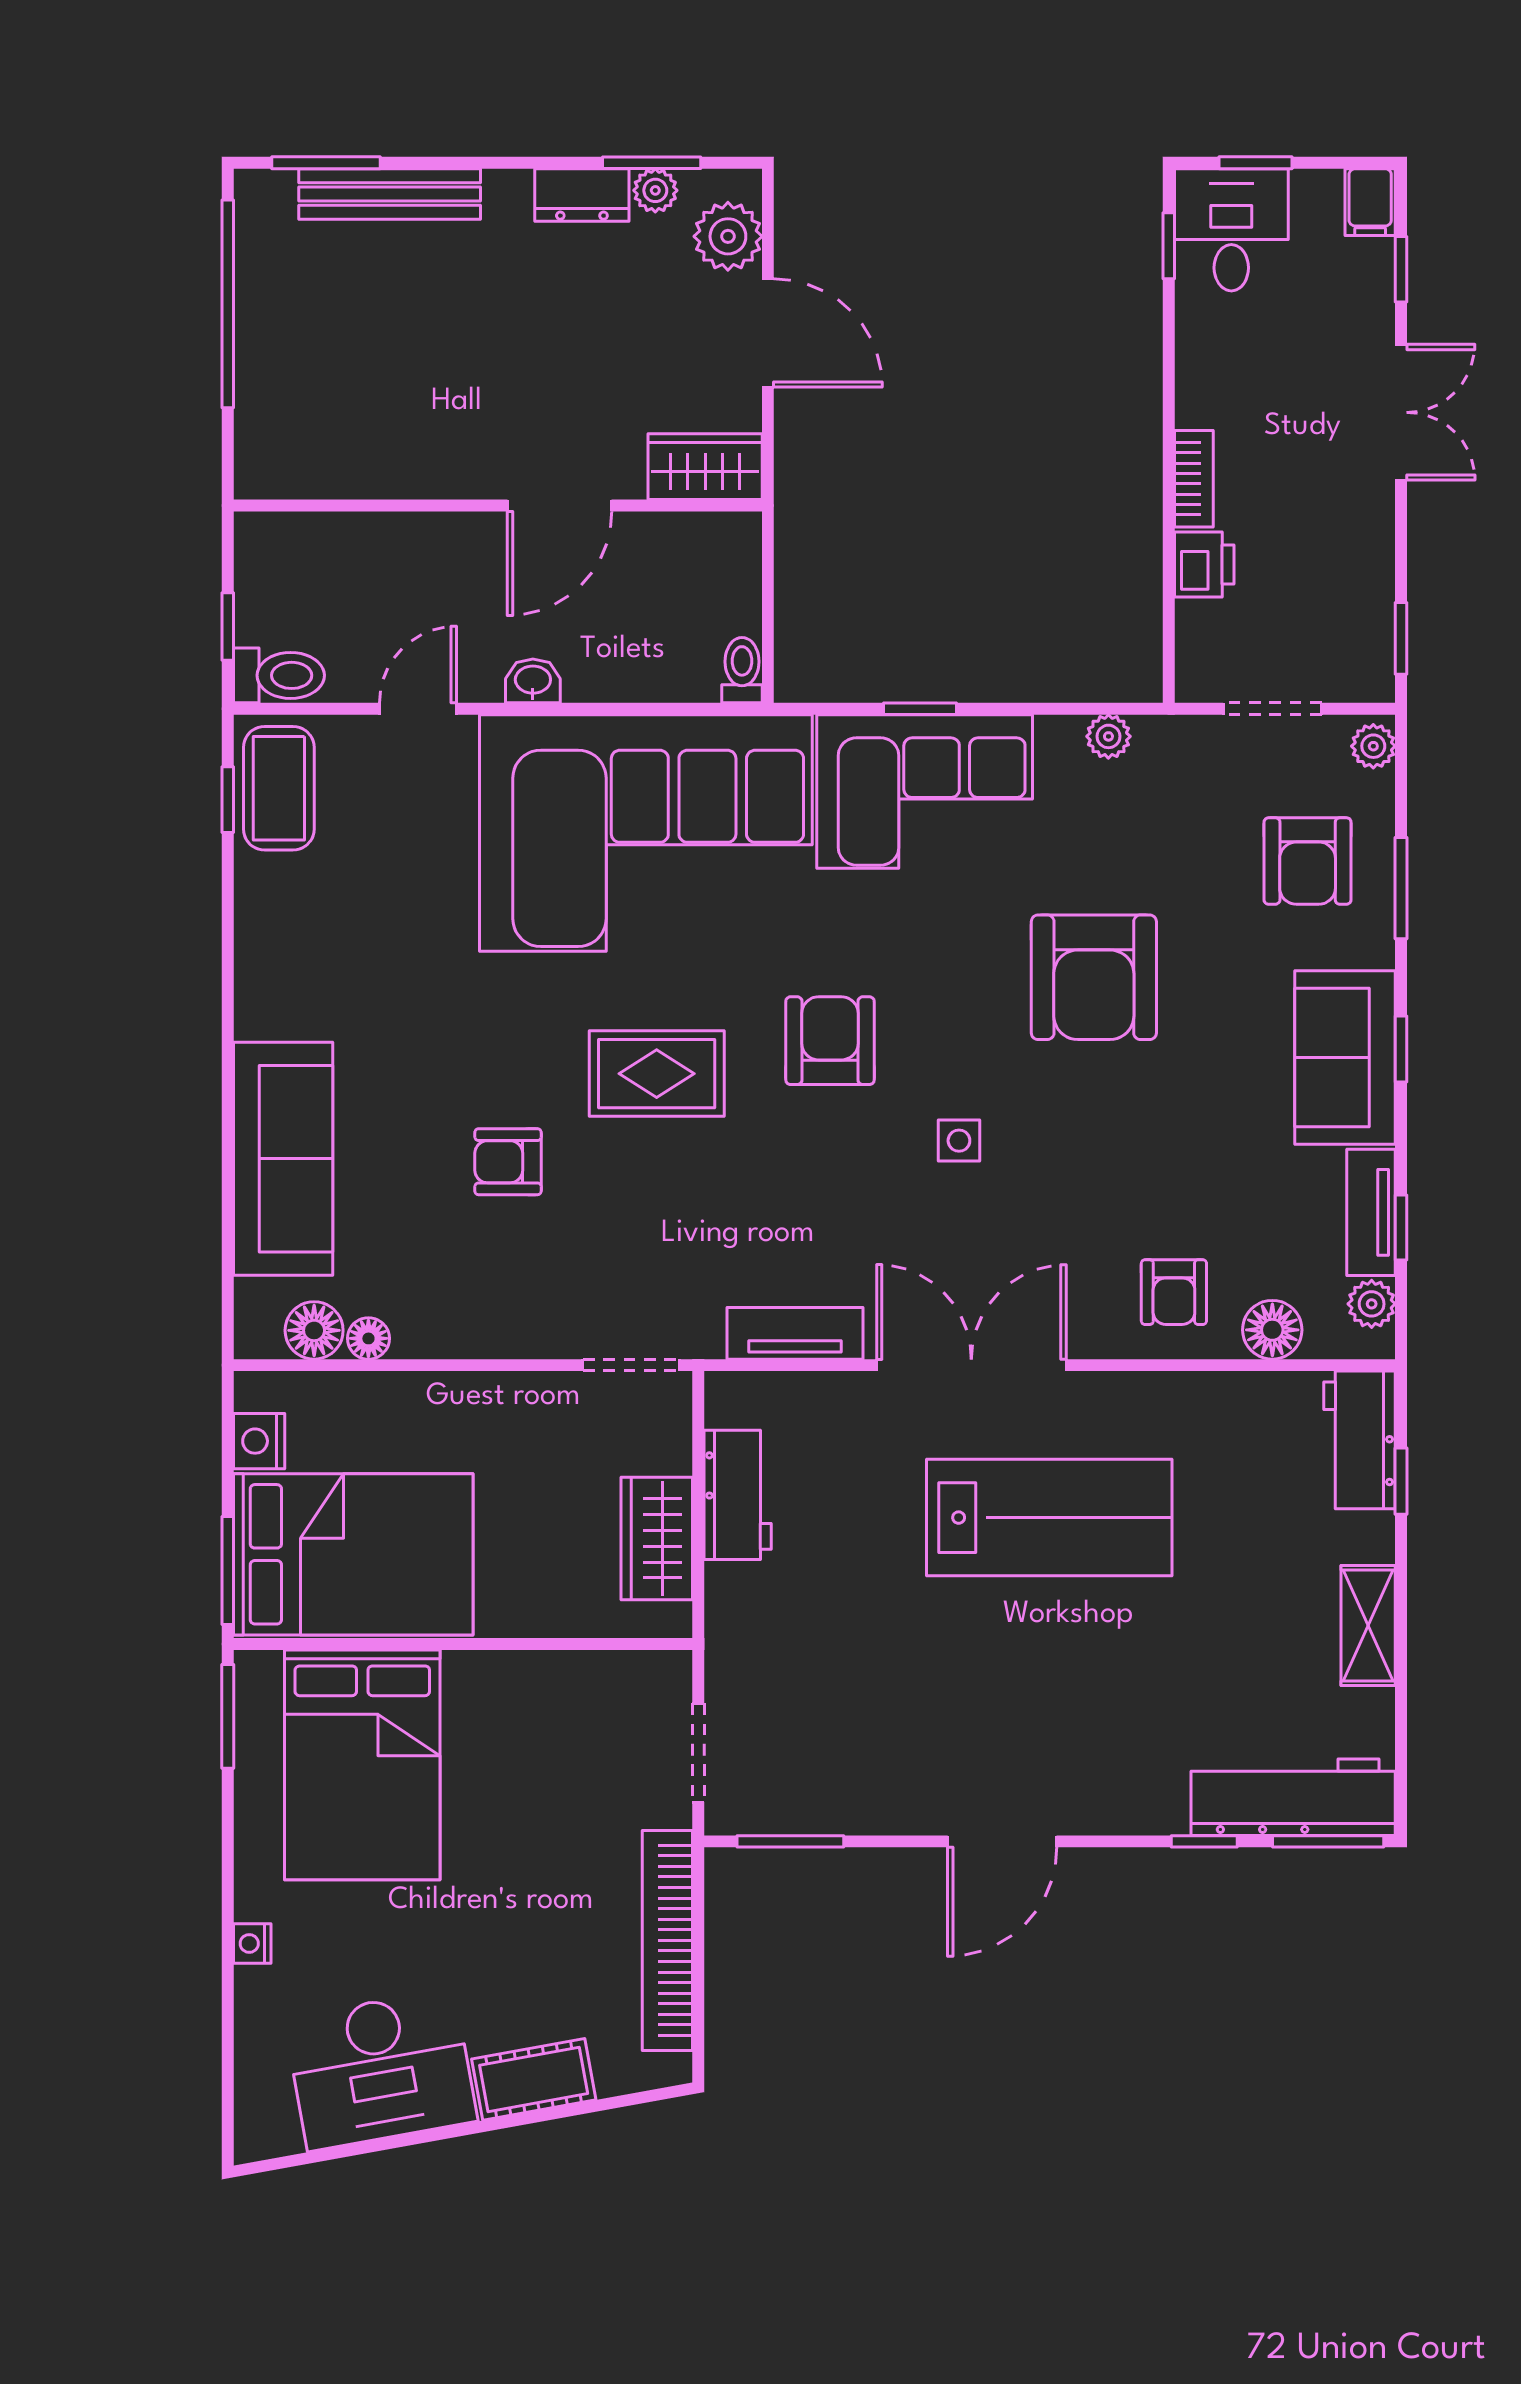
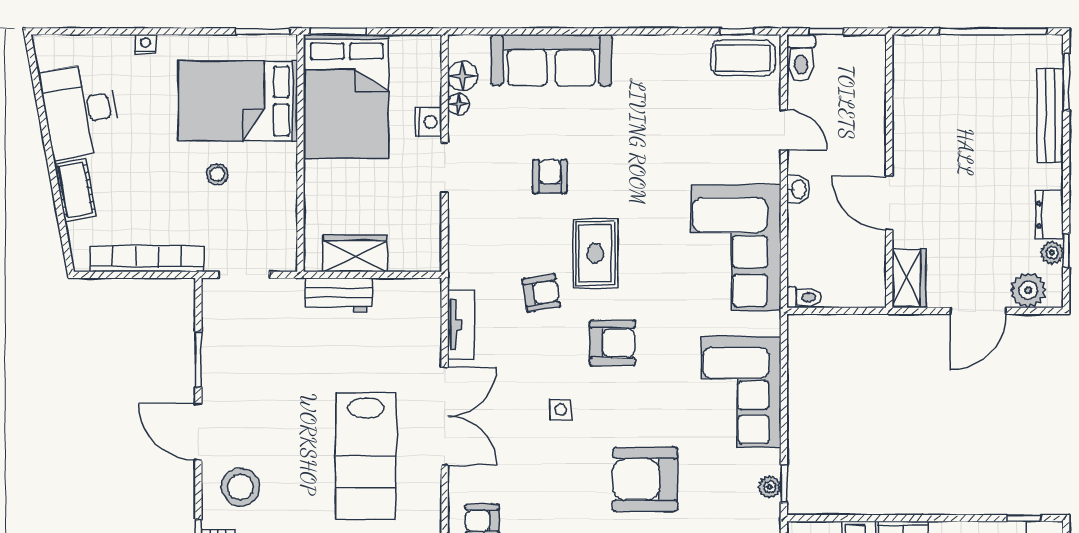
window: (652, 163) -> (1066, 251), width x0.67
window: (920, 709) -> (784, 484), moved
corner sofa: (646, 833) -> (736, 248), width x0.73, depth x0.74
armchair: (734, 1178) -> (541, 293), added
doorway: (631, 1365) -> (445, 168), moved
nightstand: (259, 1441) -> (428, 122), moved, turned 90
workbench: (738, 1495) -> (339, 295), moved
stool: (1109, 1760) -> (240, 487), added
stool: (504, 1805) -> (217, 174), added
window: (790, 1841) -> (198, 359), moved

